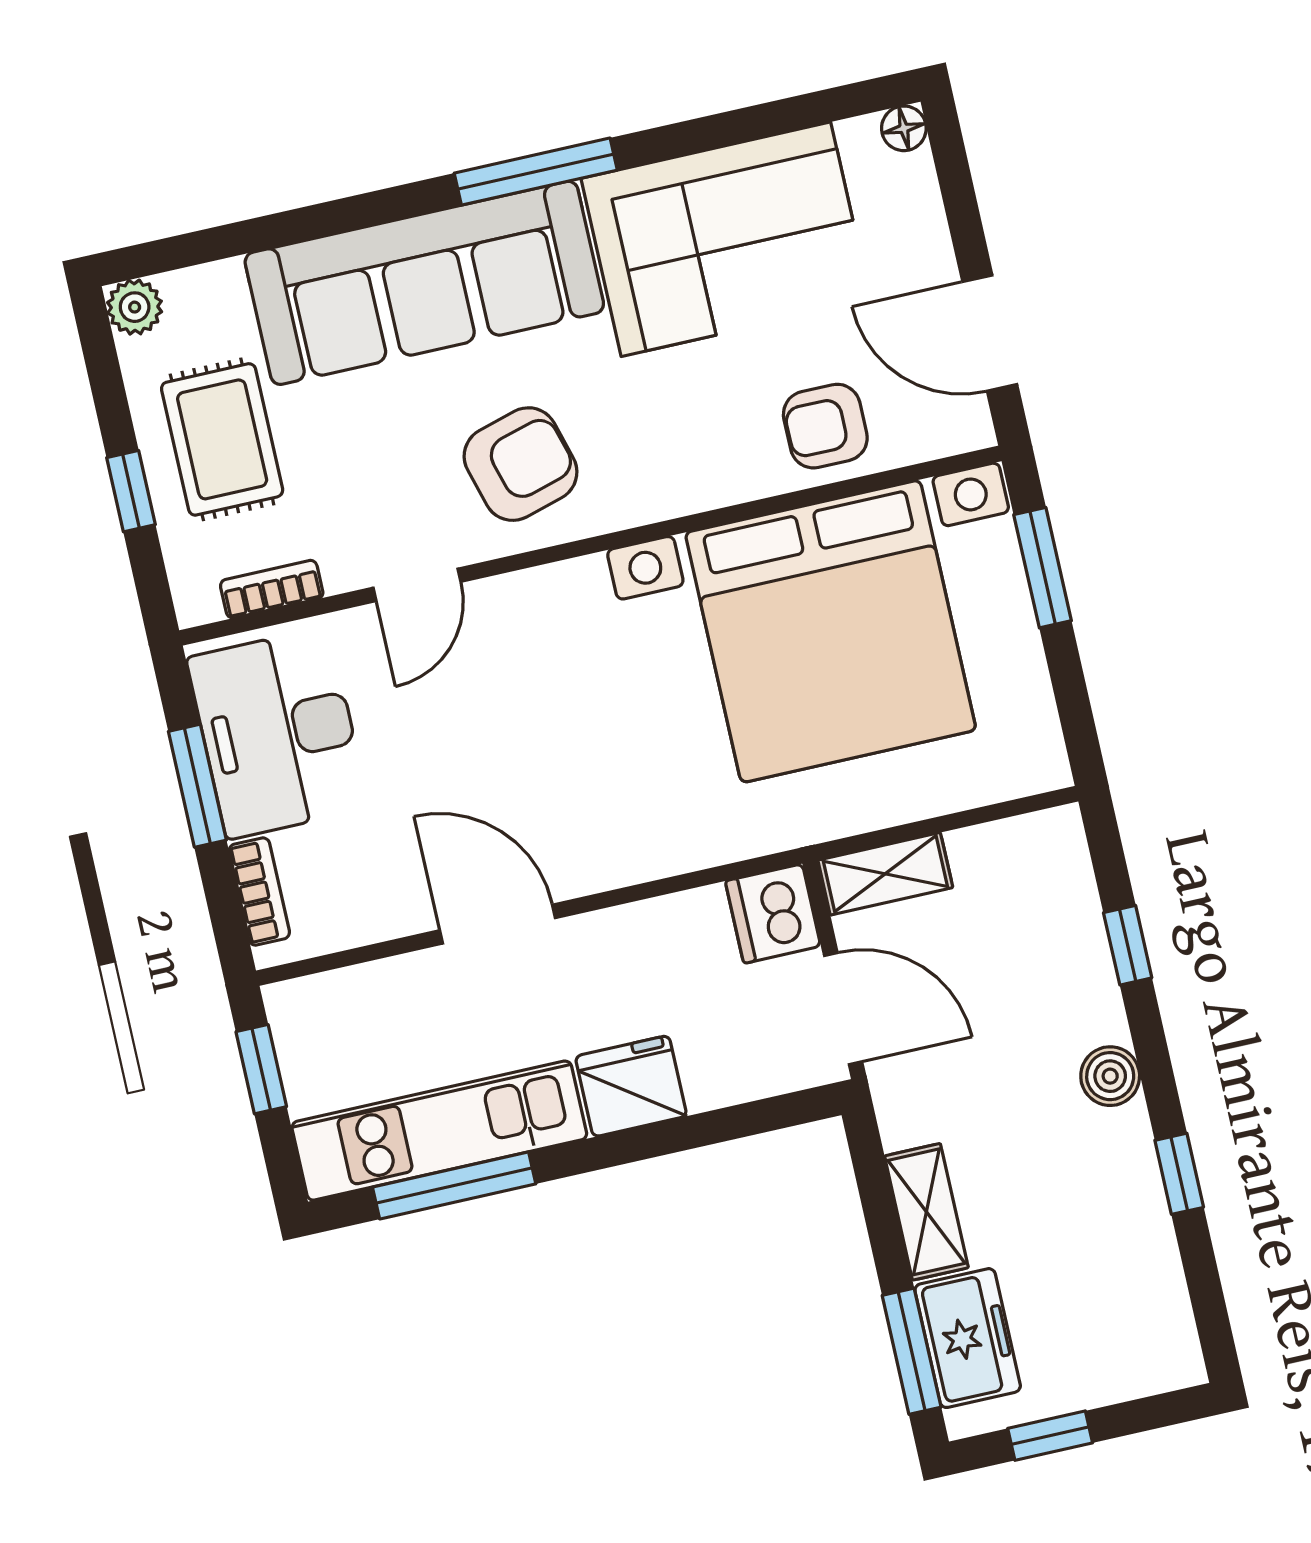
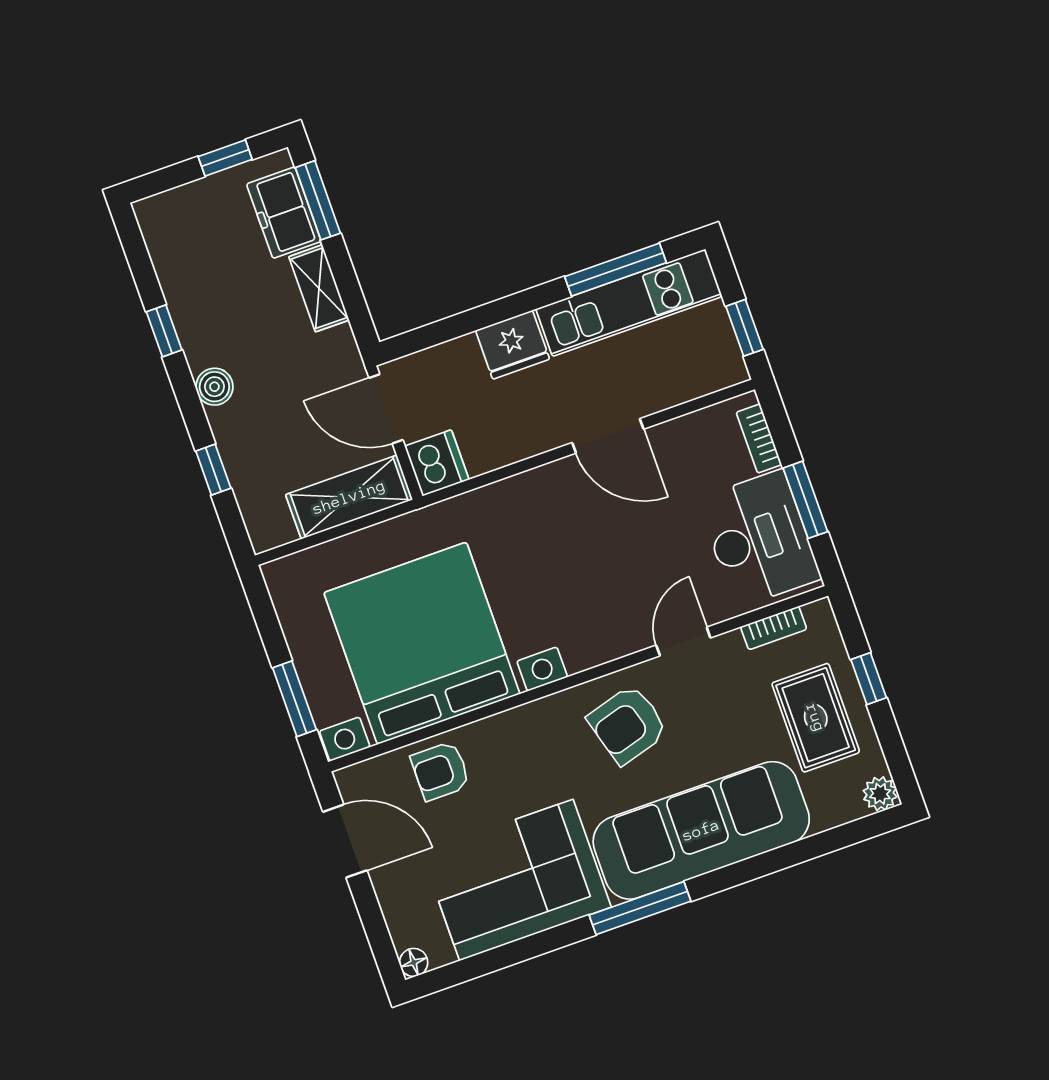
armchair: (825, 426) -> (440, 771), turned 180
shelving: (885, 874) -> (349, 497), width x1.50, depth x1.33

